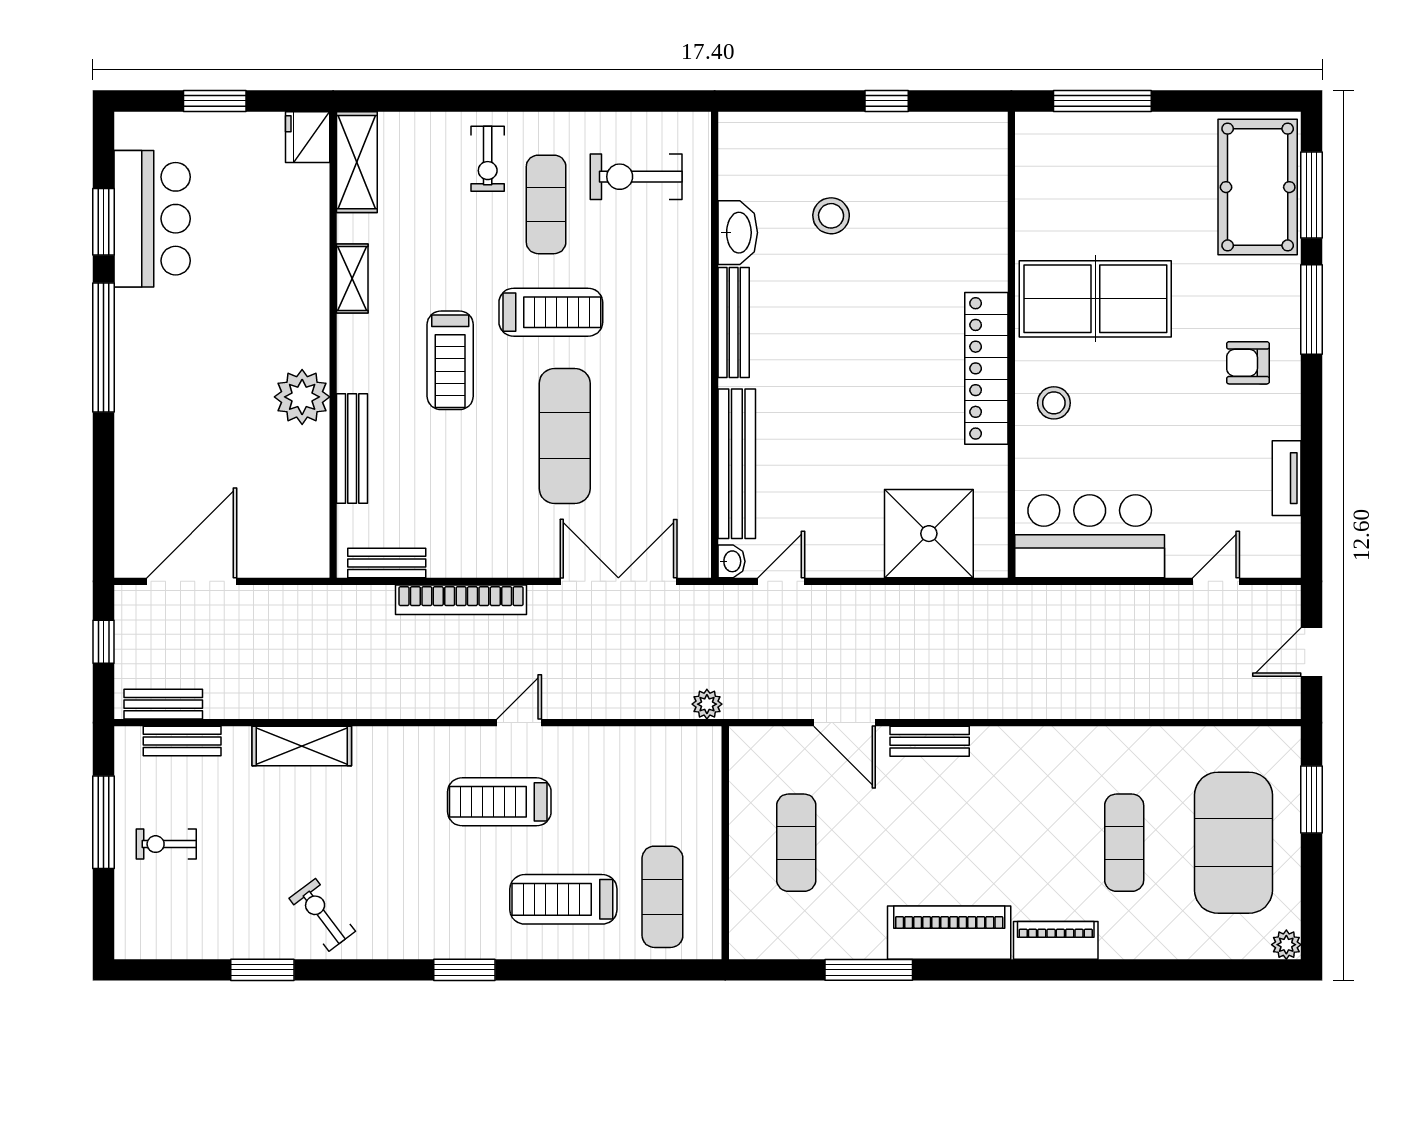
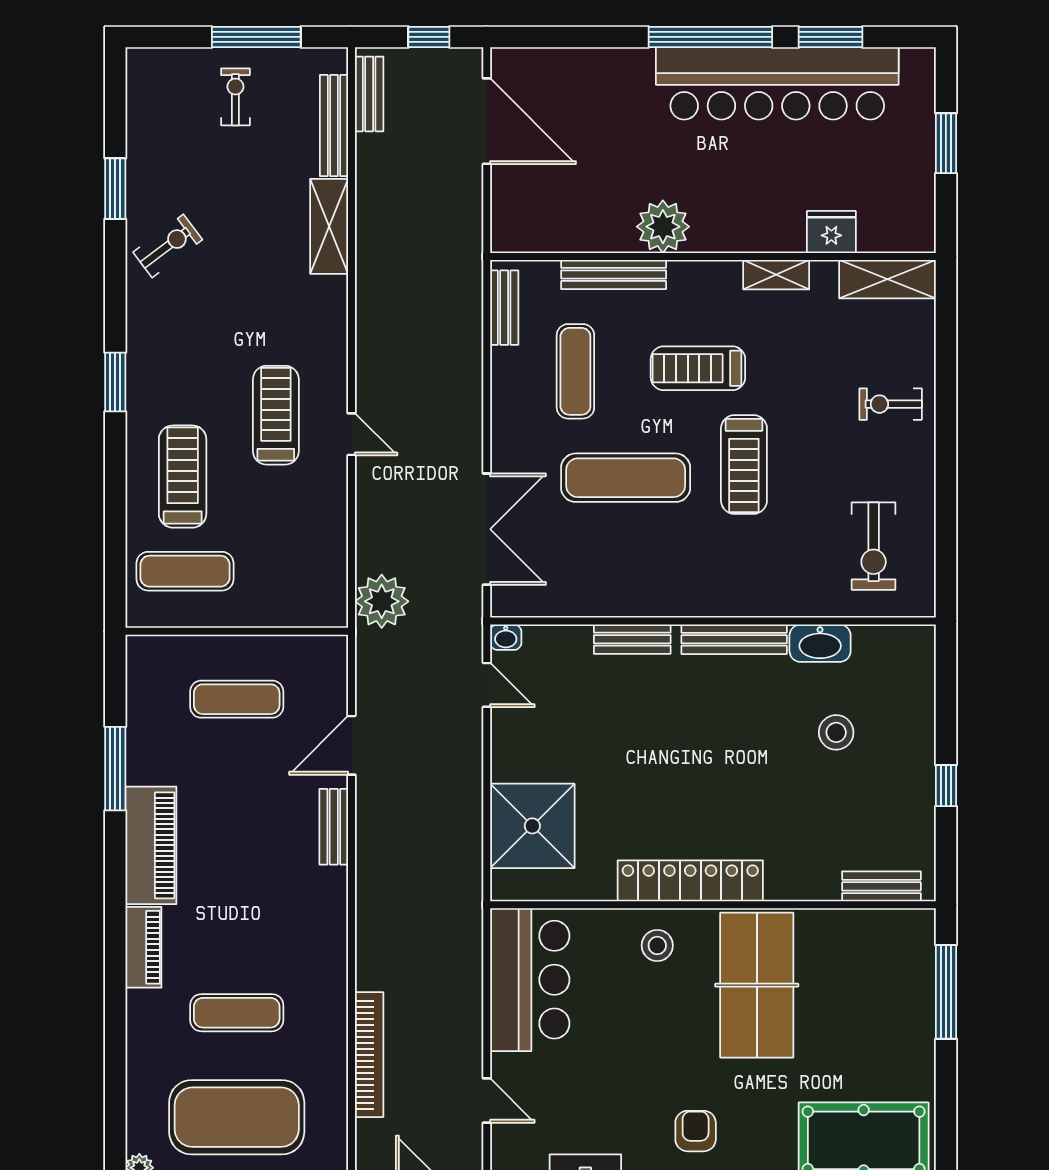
fridge: (308, 137) -> (831, 232), moved
bench: (992, 168) -> (881, 886), added
exercise bike: (636, 177) -> (874, 546), turned 180
exercise mat: (546, 204) -> (575, 371), moved, turned 90
bar counter: (152, 219) -> (777, 83), width x1.86
bench: (737, 464) -> (632, 639), width x0.54, depth x0.82
bookcase: (461, 600) -> (369, 1055), moved, turned 180
plant: (707, 704) -> (382, 601), width x1.87, depth x1.87
bench: (182, 741) -> (334, 126), width x1.36

